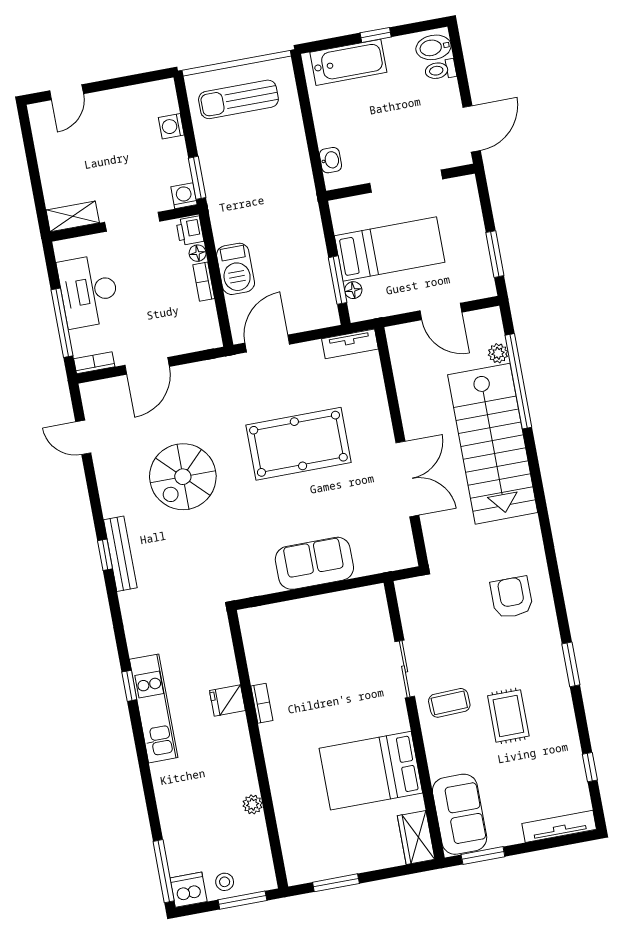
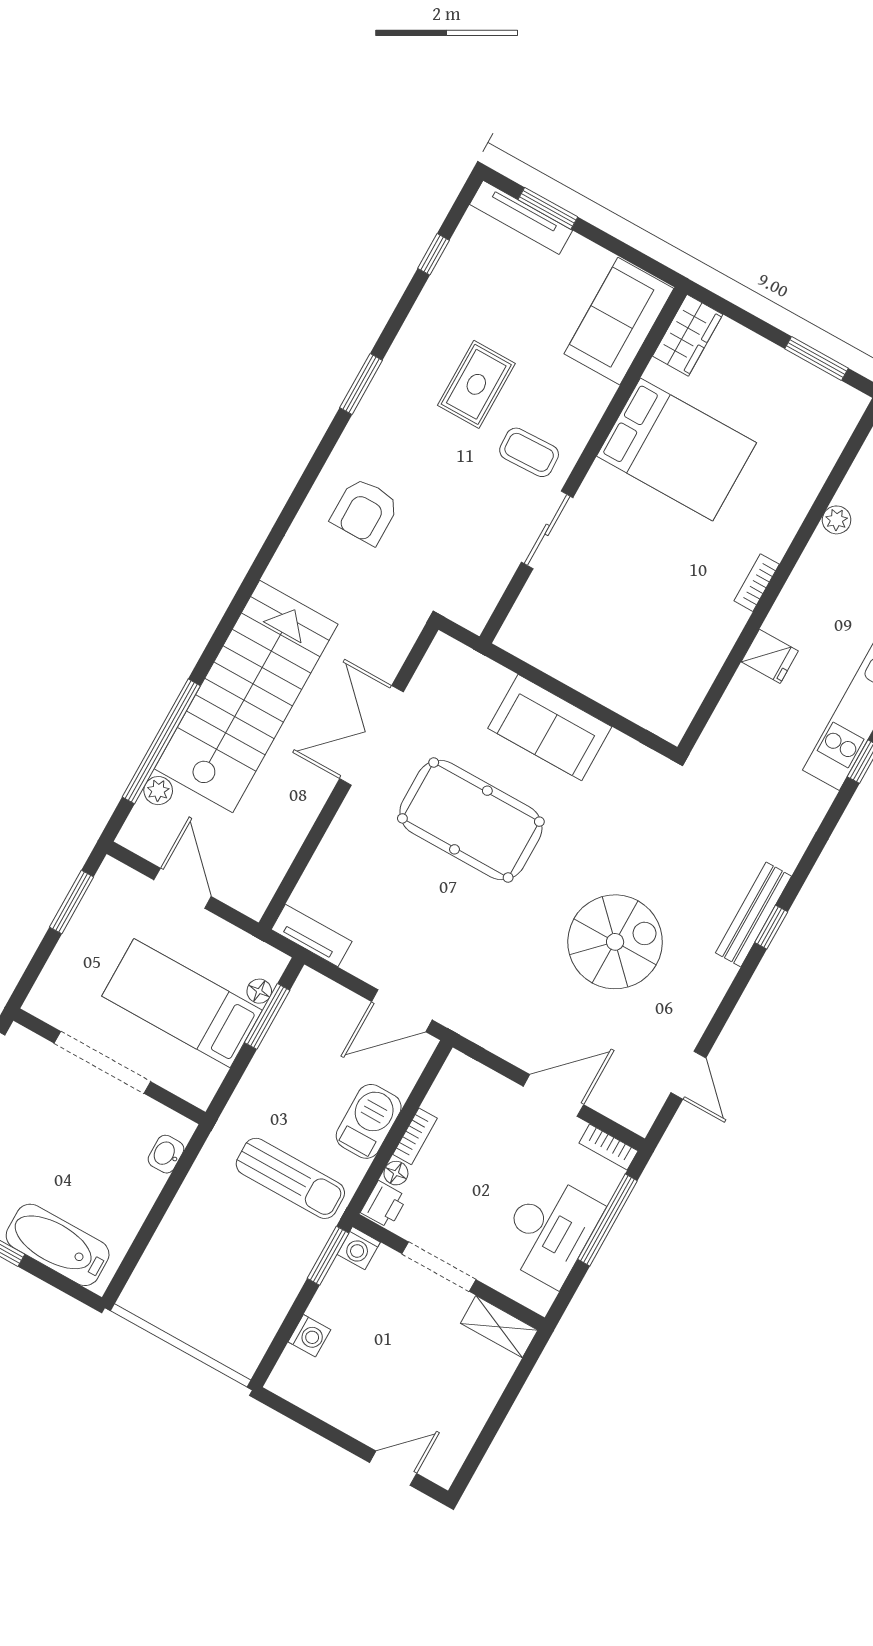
sun lounger: (238, 99) -> (290, 1178), moved
pool table: (298, 444) -> (471, 820), moved
bookcase: (262, 703) -> (757, 583), moved
window: (483, 856) -> (548, 208), moved

